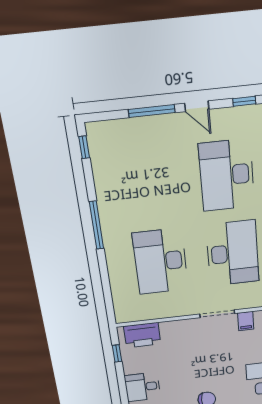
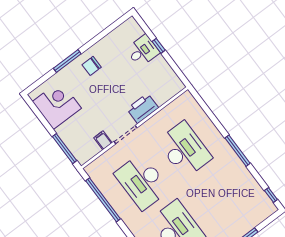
printer: (142, 335) -> (143, 108), moved
window: (117, 353) -> (159, 46), moved

